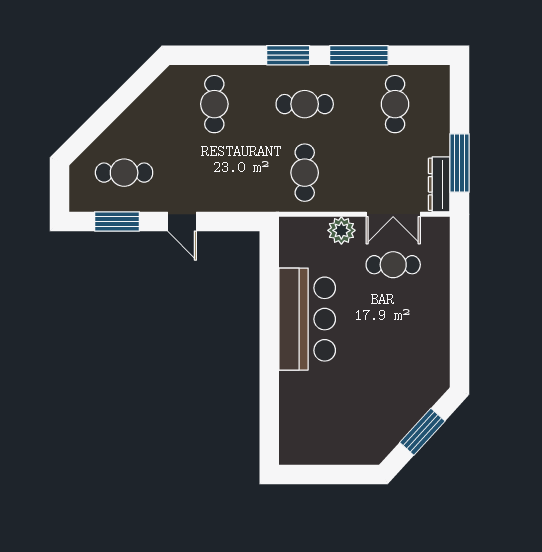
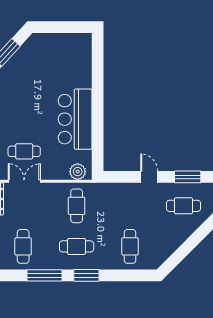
plant: (341, 230) -> (78, 172), moved

